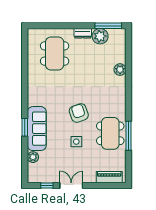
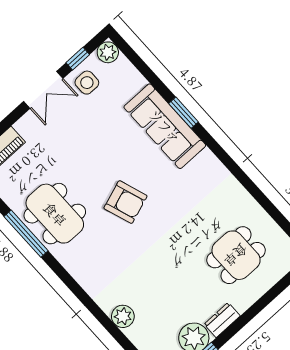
dining table: (55, 53) -> (236, 255), width x0.73
side table: (76, 142) -> (87, 83), moved
plant: (33, 157) -> (108, 52), moved

